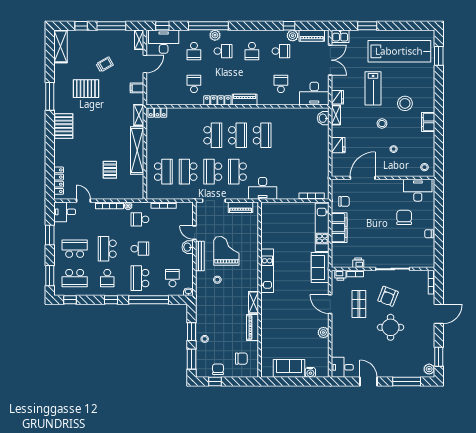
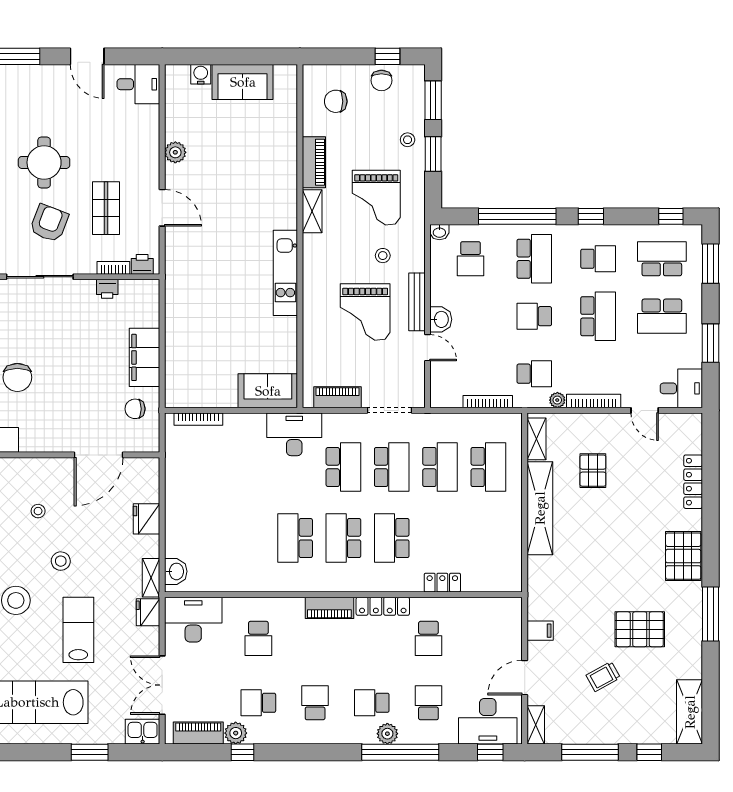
locker: (157, 112) -> (442, 583), moved
shelving: (139, 115) -> (537, 439), moved
school desk: (163, 172) -> (488, 467), turned 180
locker: (59, 181) -> (693, 482), moved
kitchen unit: (322, 227) -> (178, 358), removed
sofa: (320, 268) -> (268, 391), moved, turned -90
school desk: (107, 278) -> (598, 259), turned 90
grand piano: (221, 309) -> (376, 198), added

